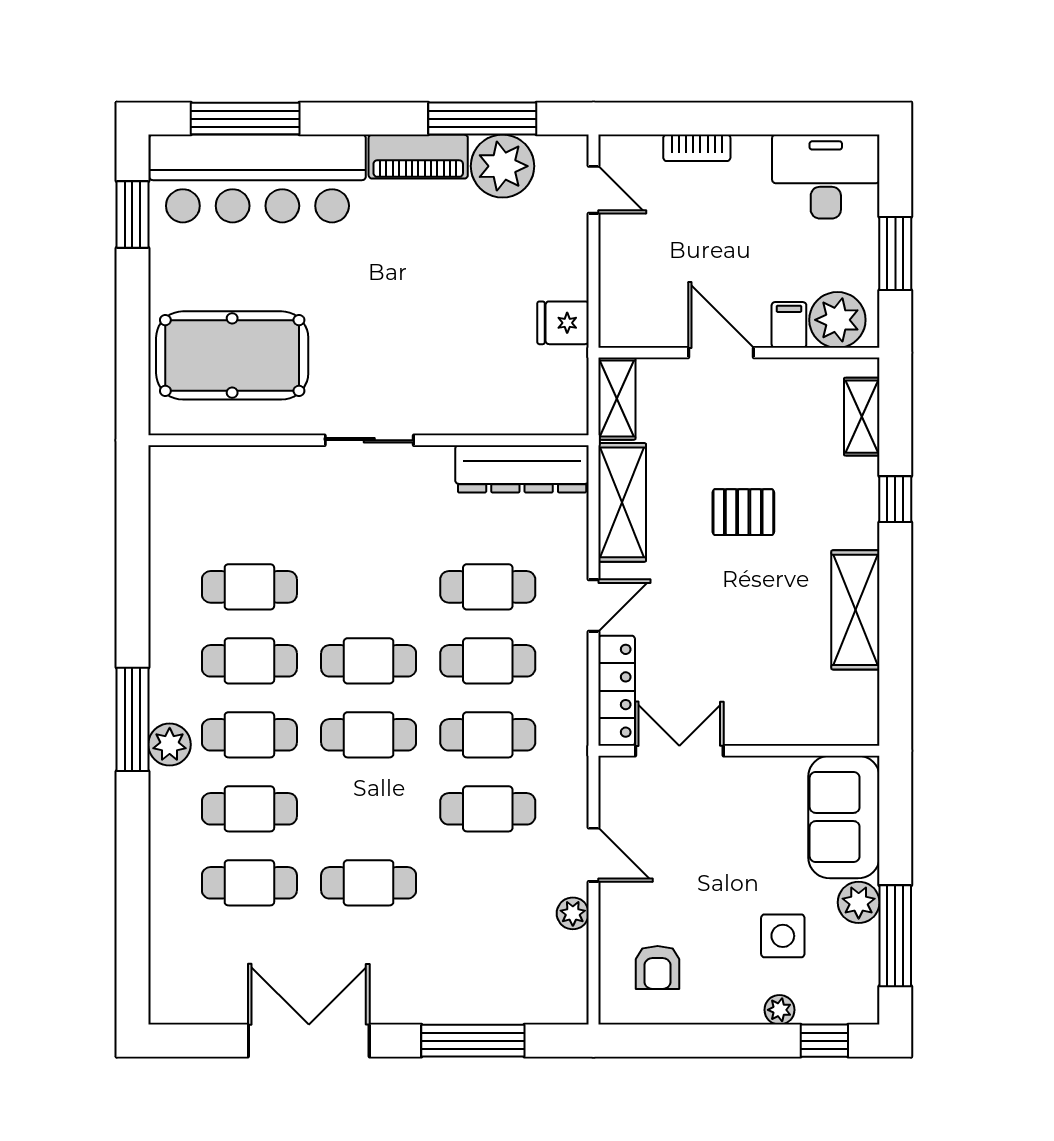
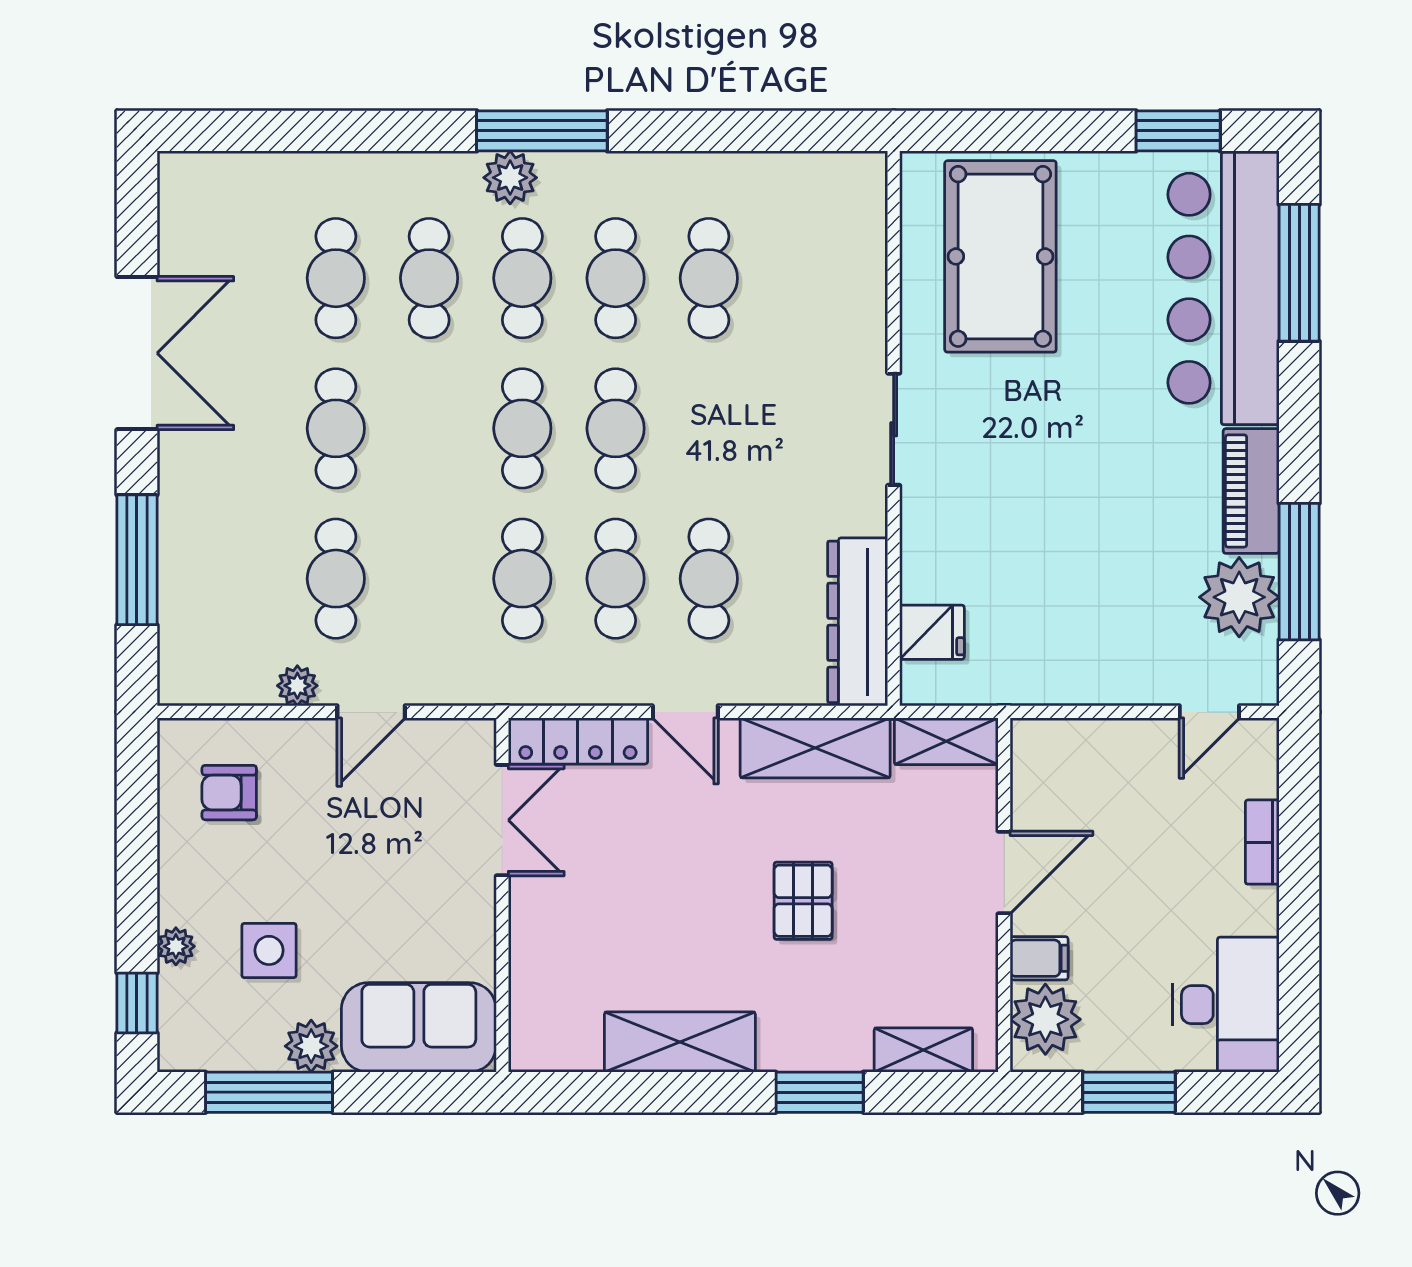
fridge: (563, 323) -> (932, 632), moved, turned 90
window: (895, 499) -> (820, 1092), width x1.50
cafe table: (488, 809) -> (336, 579), moved

